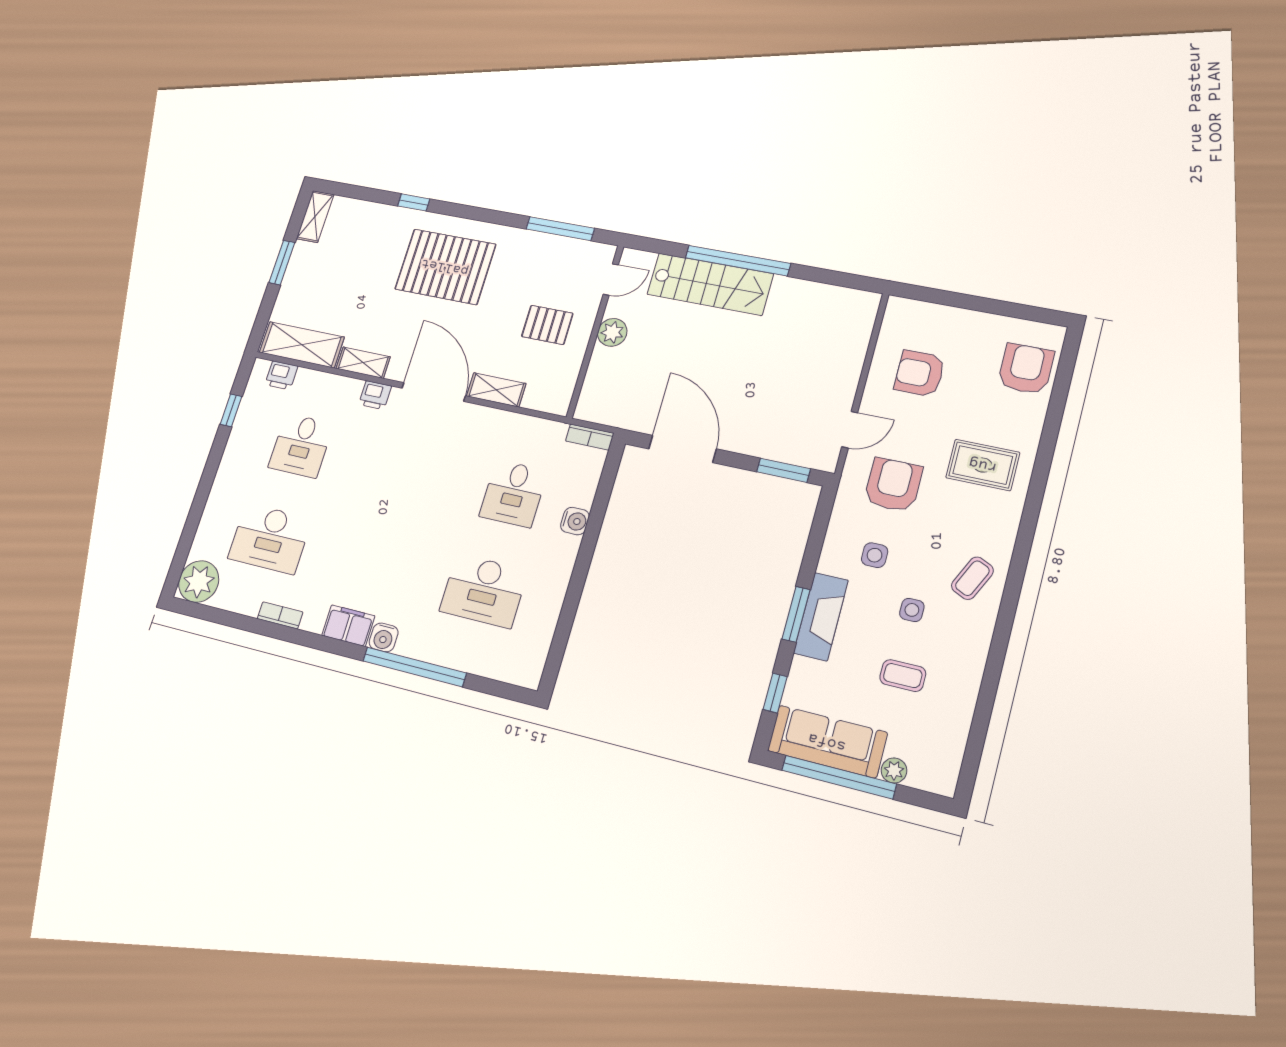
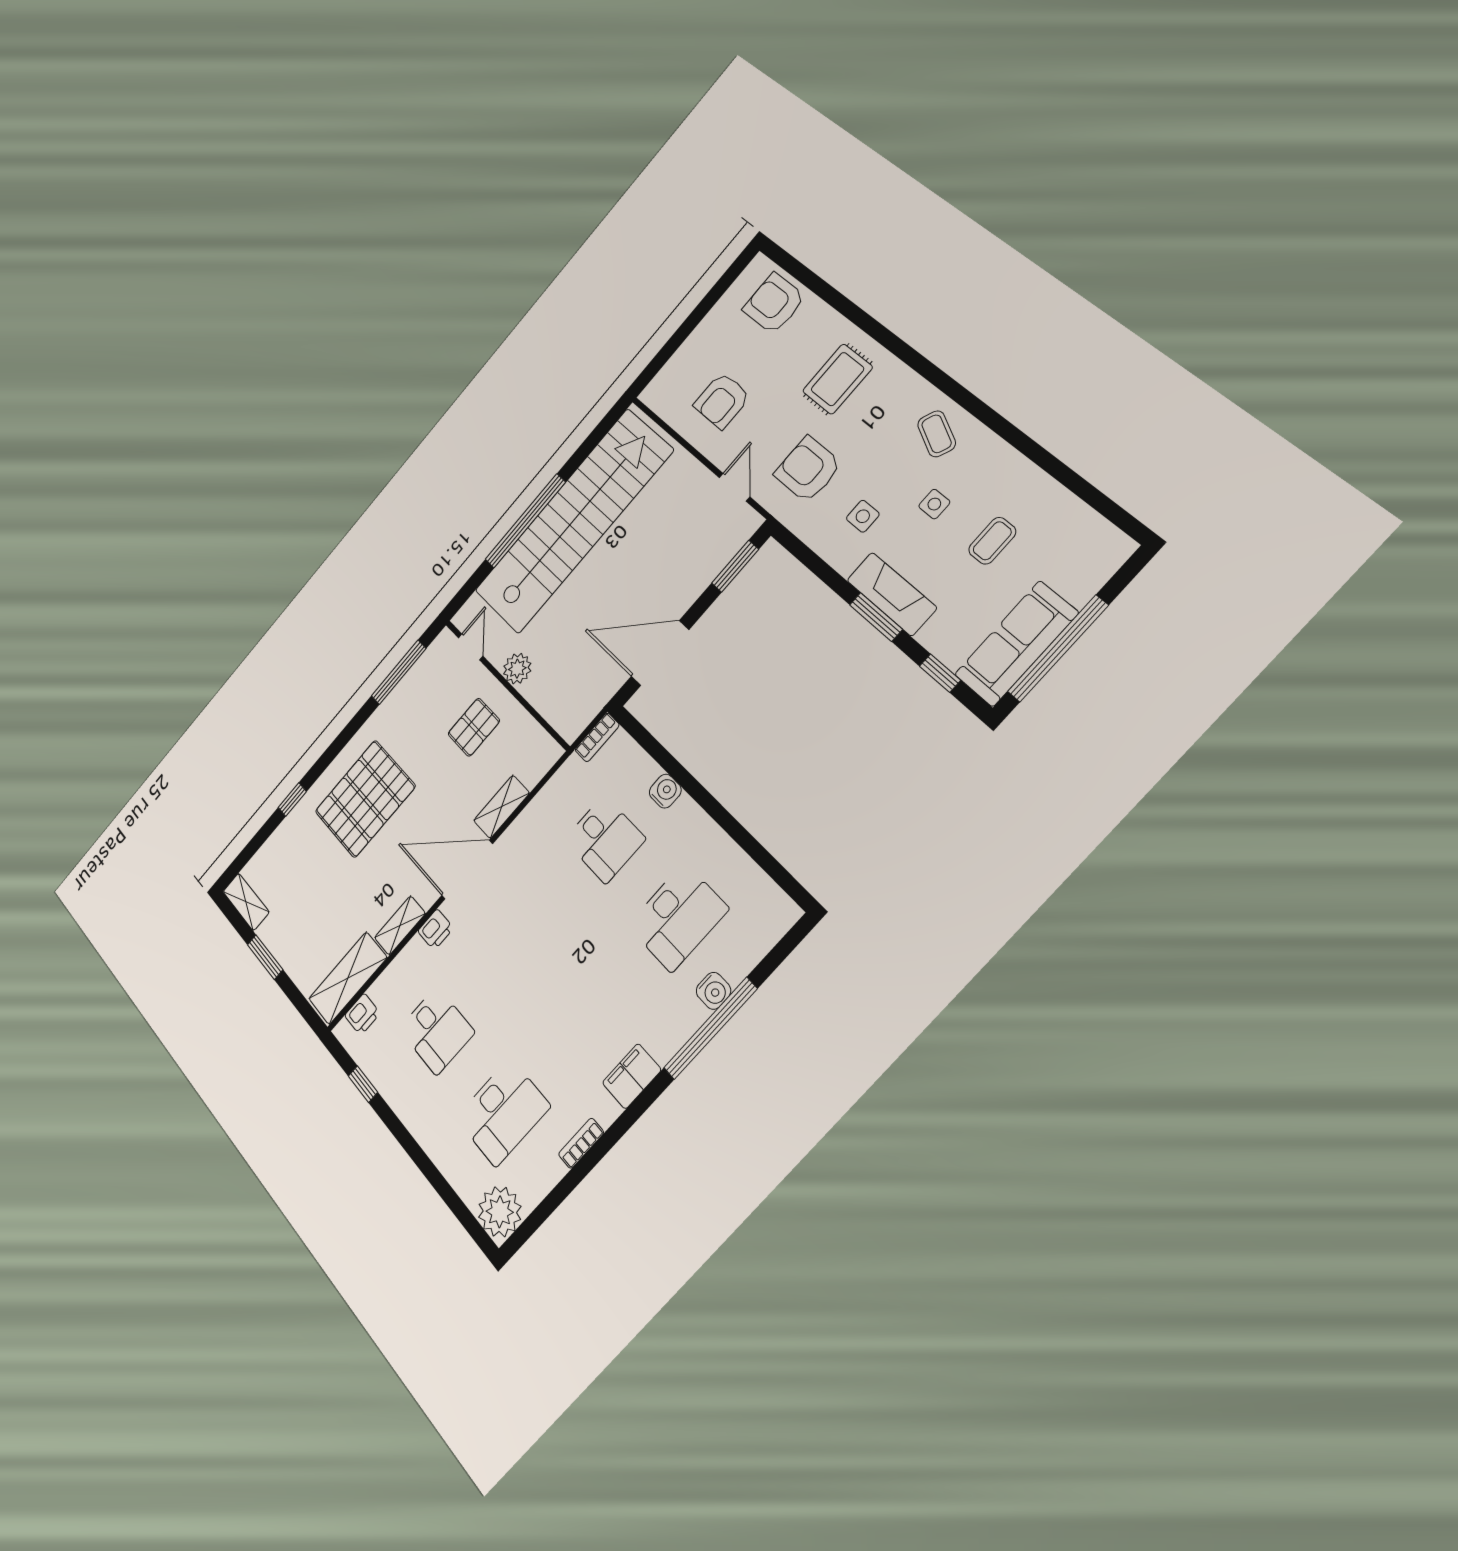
stairs: (710, 284) -> (573, 521), width x1.86, depth x1.51
water cooler: (384, 637) -> (714, 991), moved
plant: (894, 770) -> (1081, 591), removed

